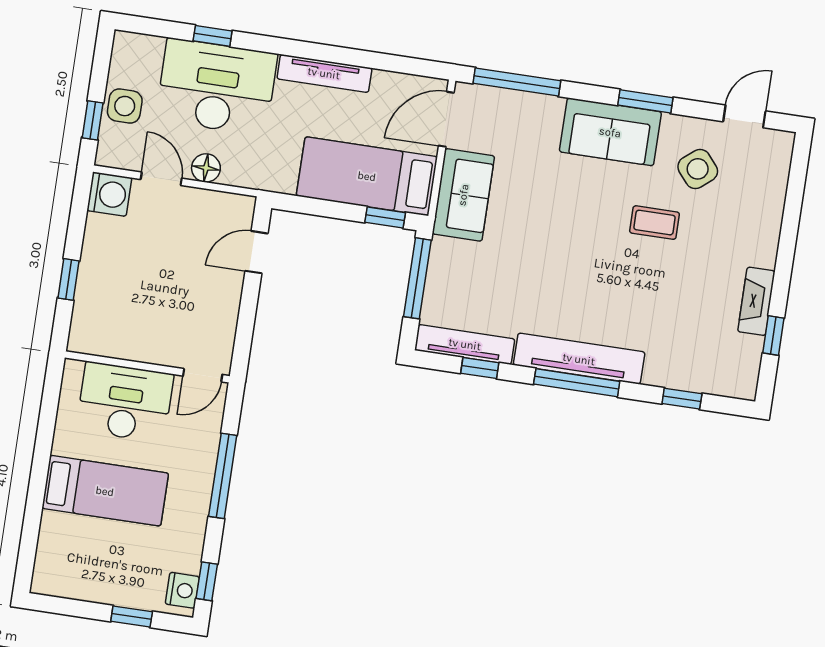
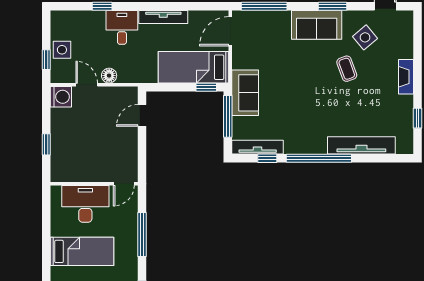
desk: (217, 87) -> (122, 27), width x0.53, depth x0.77
sofa: (463, 195) -> (245, 93), moved
coffee table: (654, 223) -> (347, 69), turned 70
fireplace: (756, 301) -> (406, 77), moved
tv unit: (579, 359) -> (361, 145), moved
window: (577, 383) -> (319, 158), width x1.46
window: (682, 399) -> (375, 158), removed

